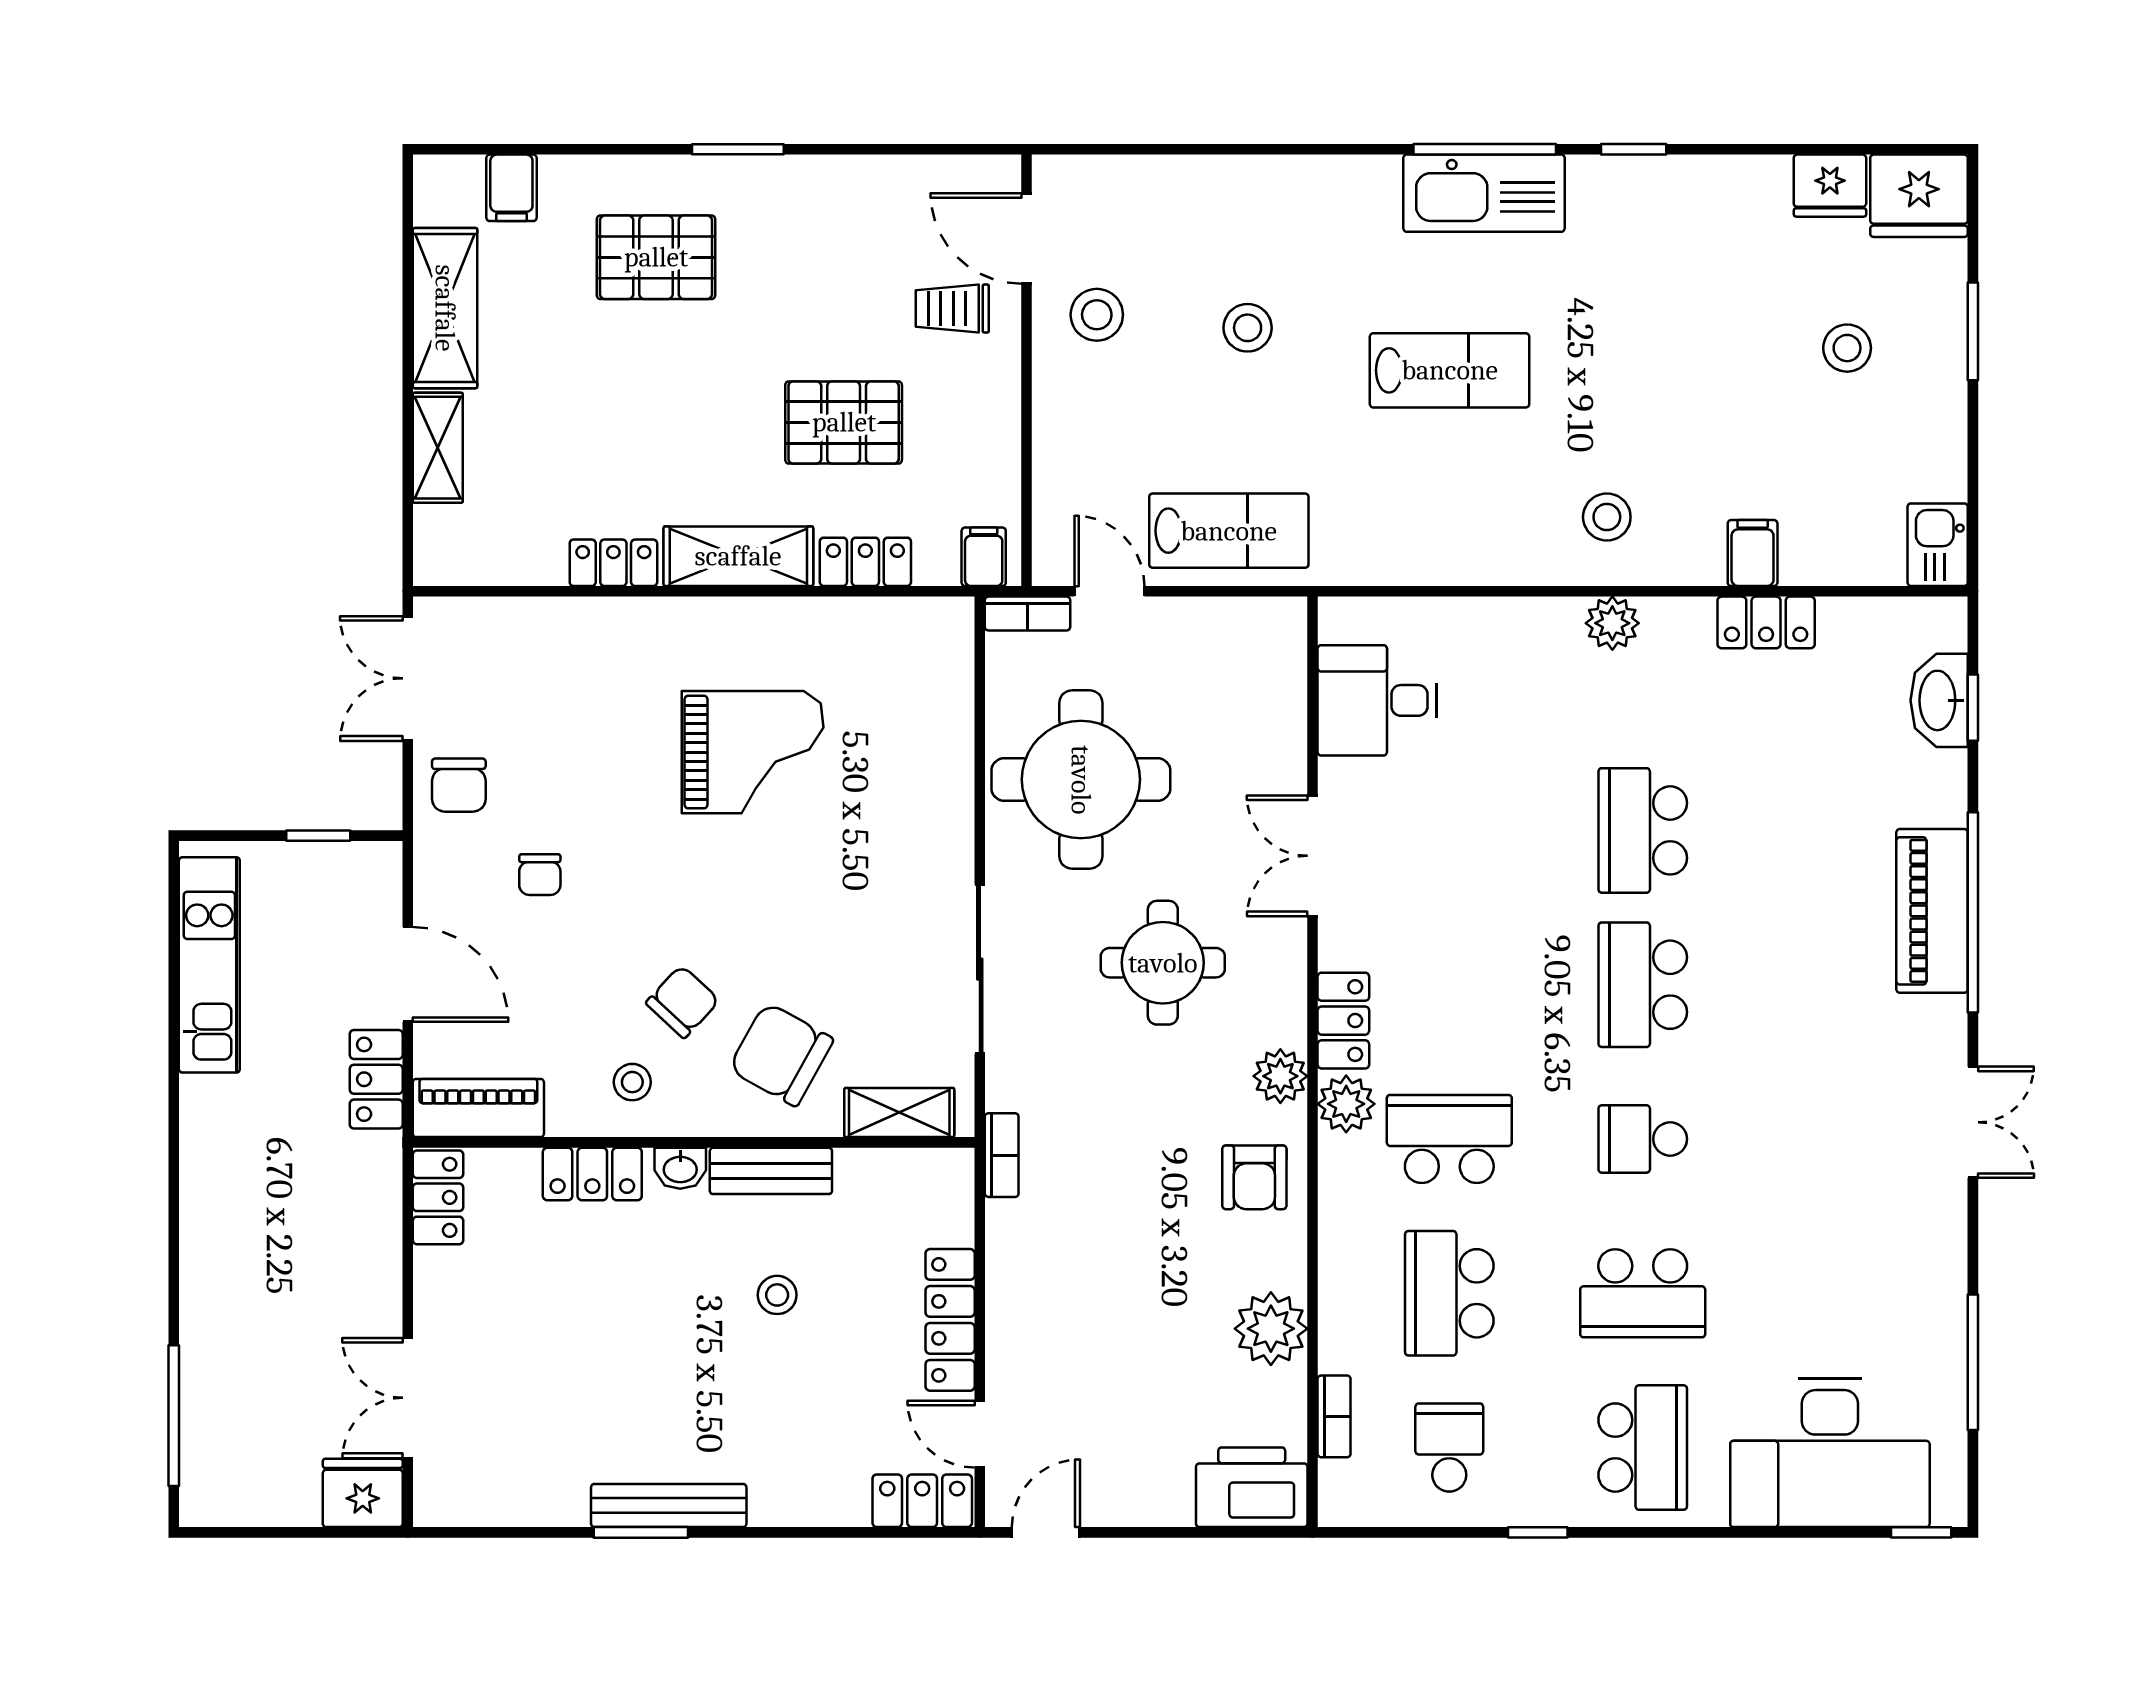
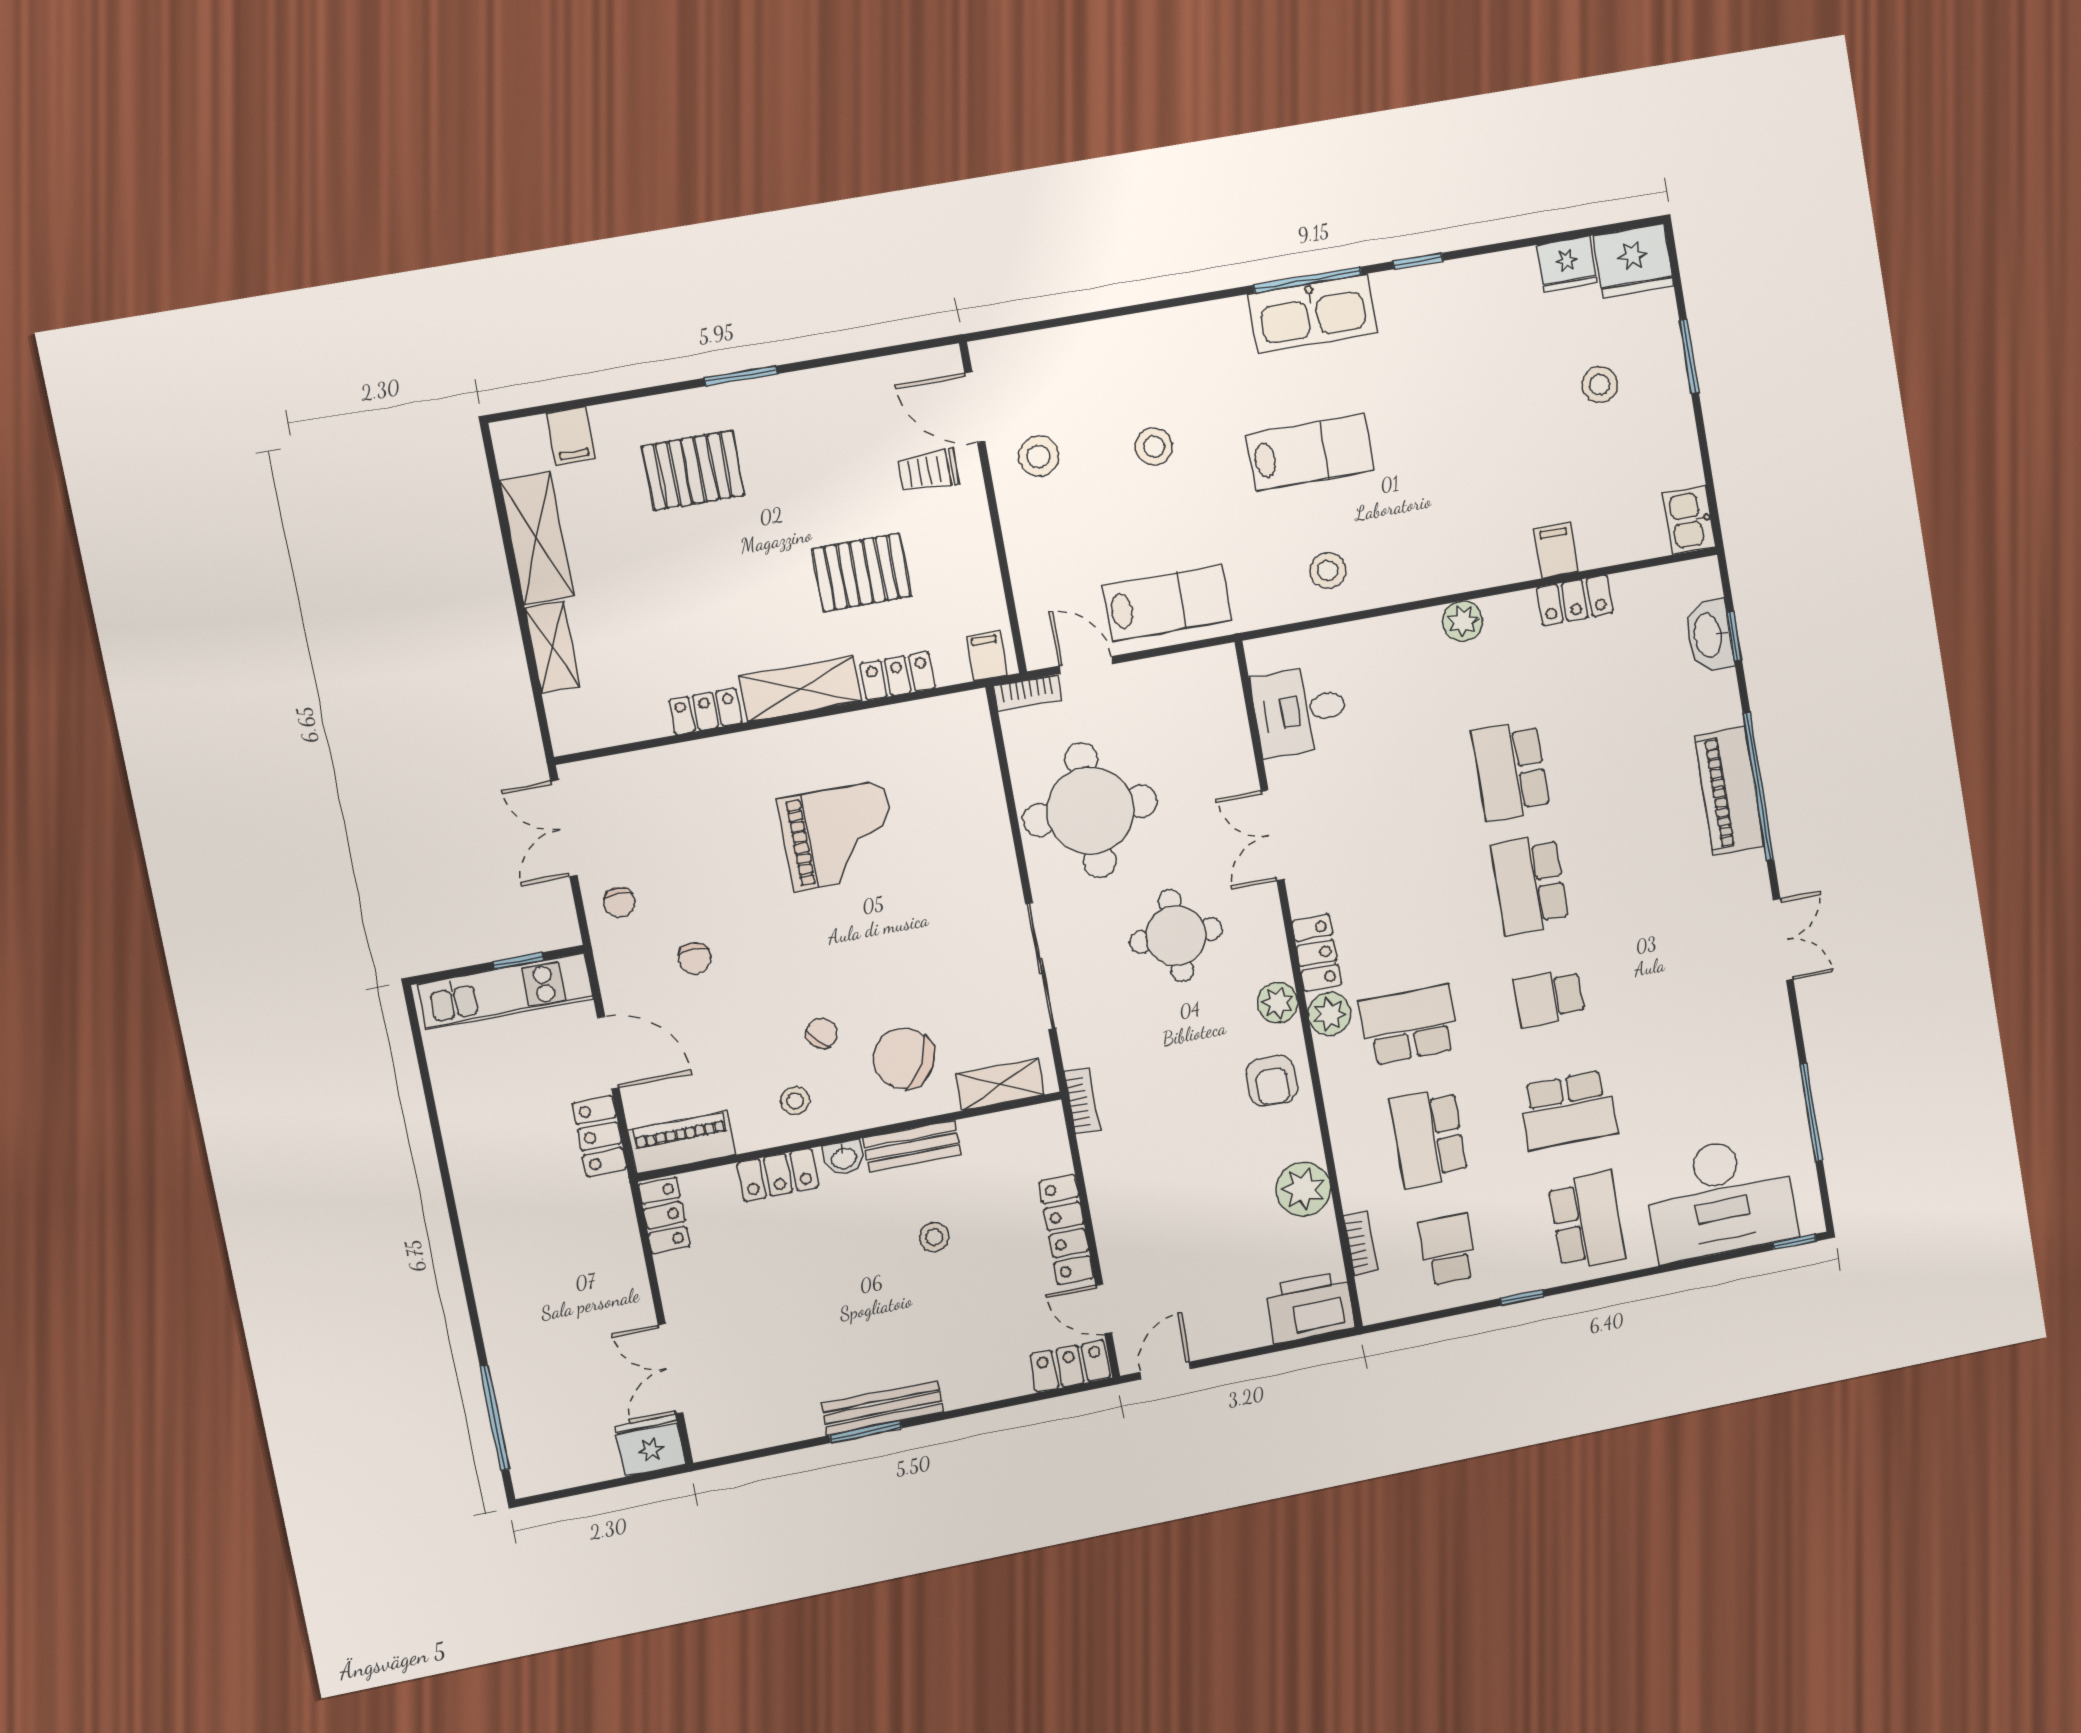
stool: (1607, 517) -> (1328, 571), moved
chair: (459, 785) -> (619, 902), width x0.73, depth x0.73
kitchen unit: (209, 965) -> (506, 991), moved, turned 90
chair: (683, 1002) -> (822, 1033), width x0.73, depth x0.73

